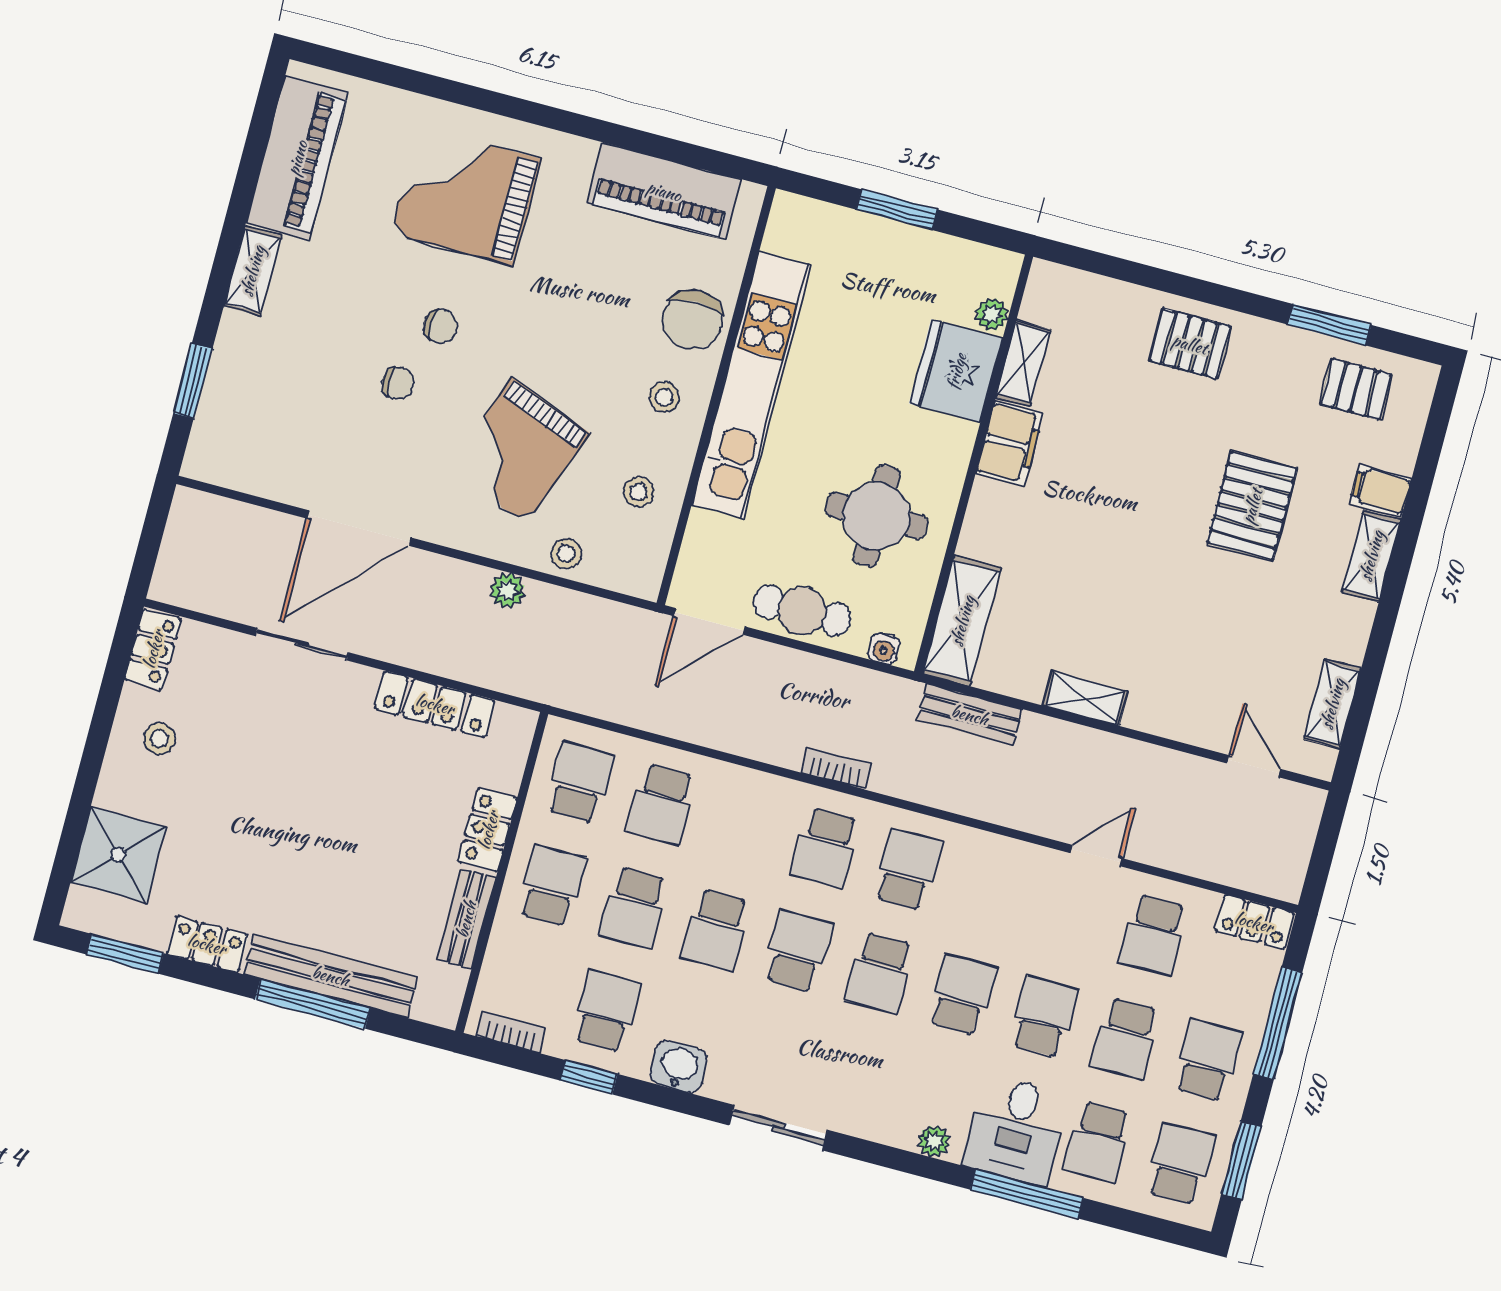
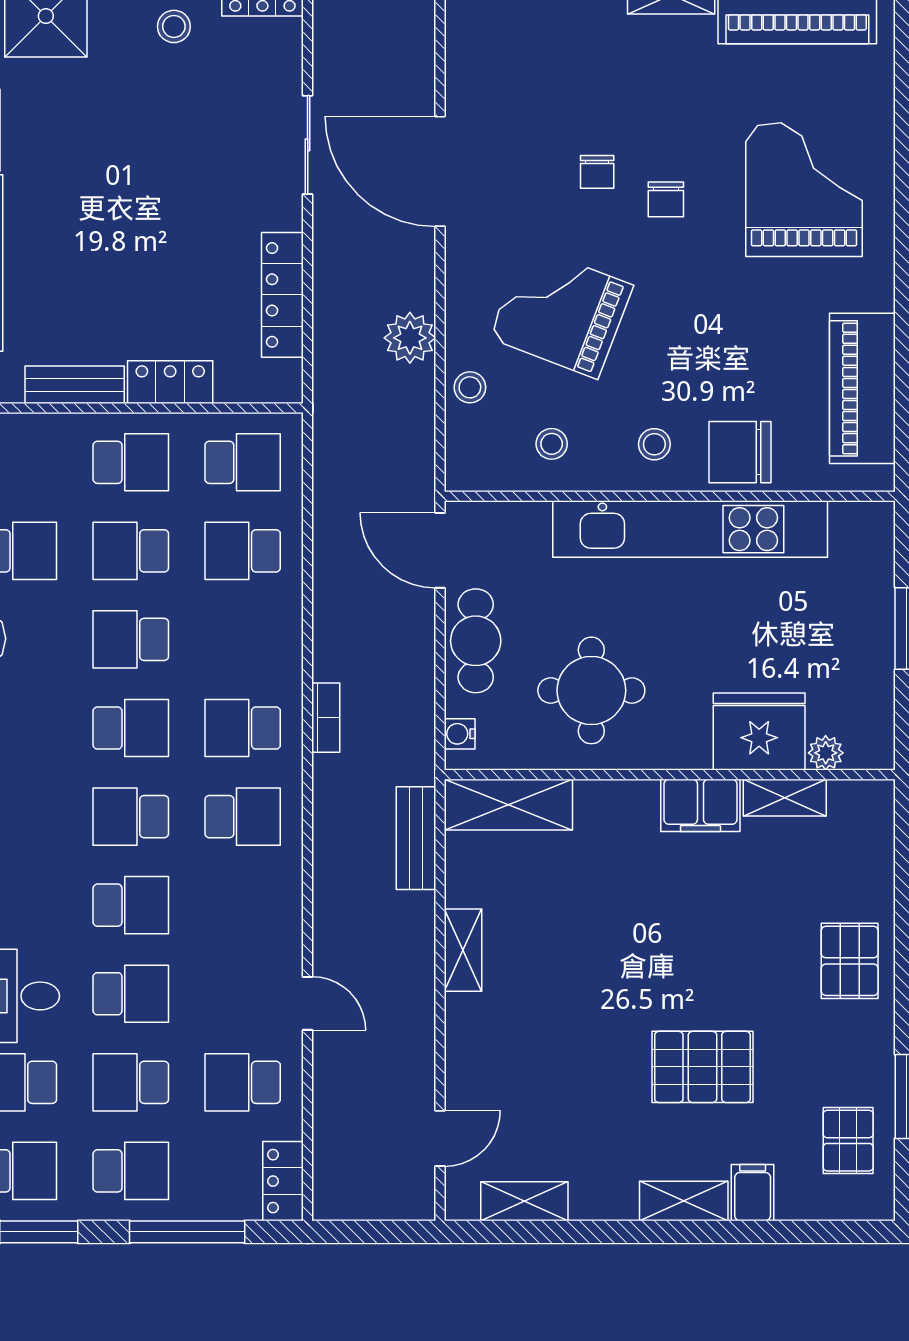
plant: (507, 590) -> (410, 338), width x1.38, depth x1.38

